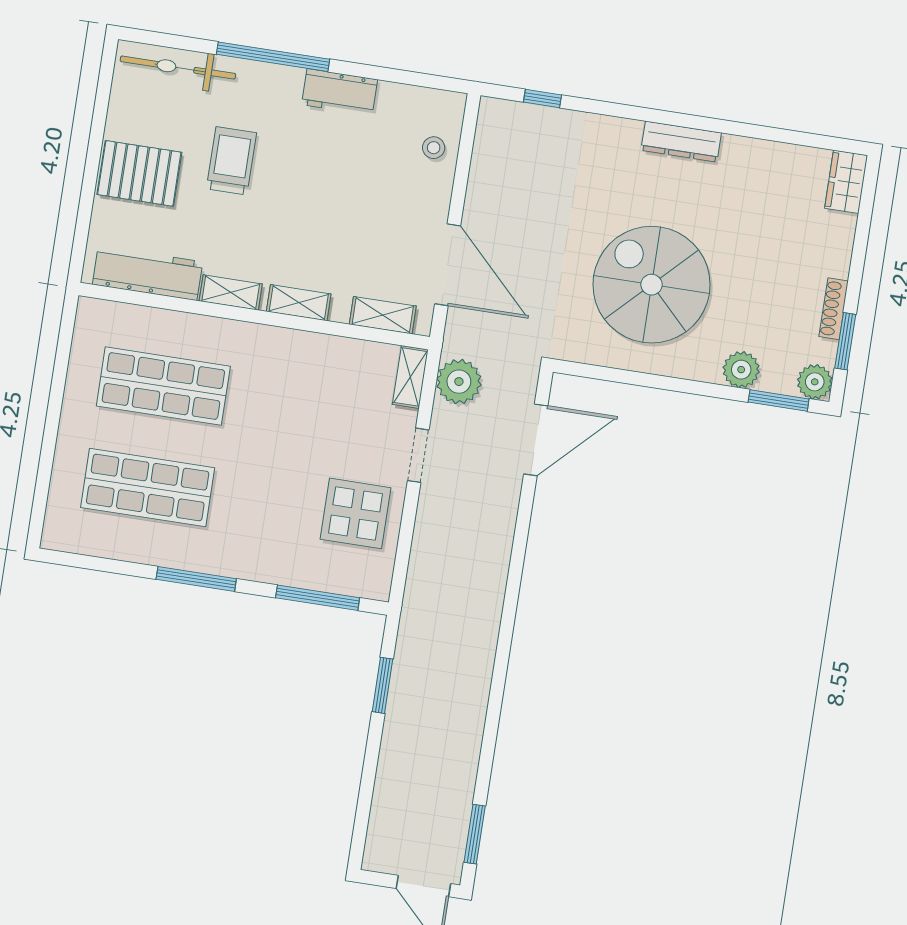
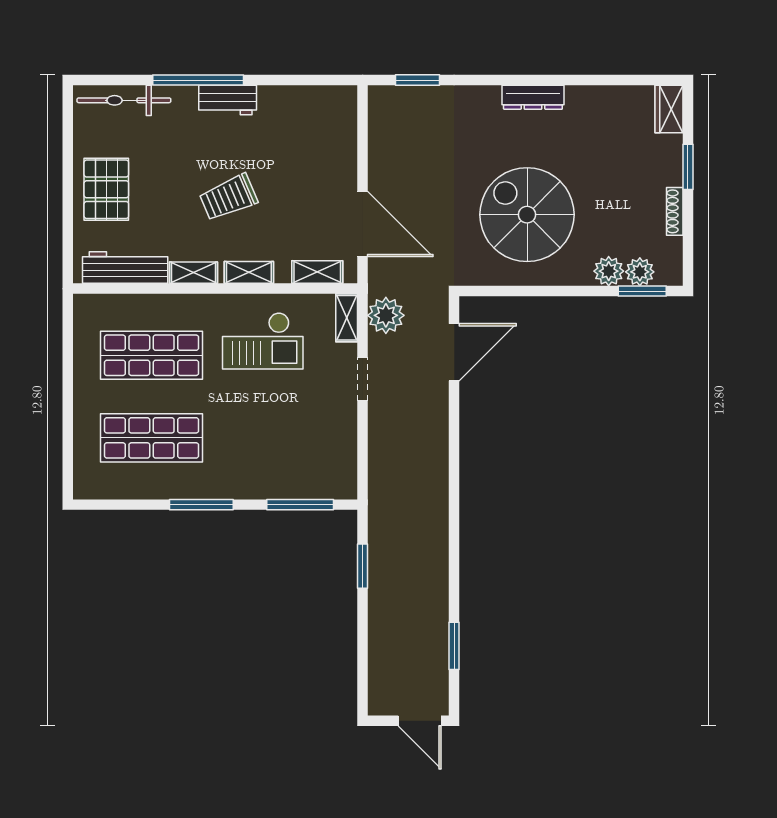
workbench: (340, 92) -> (228, 100), moved
window: (542, 98) -> (417, 80), width x1.50
stool: (434, 148) -> (337, 133), removed
trolley: (231, 161) -> (228, 197), moved, turned -113
pallet: (139, 173) -> (106, 189), turned 90
window: (845, 341) -> (688, 167), moved
plant: (815, 382) -> (640, 272), moved
checkout: (303, 389) -> (263, 341), added
display table: (356, 513) -> (320, 433), removed
window: (475, 834) -> (454, 646), moved

